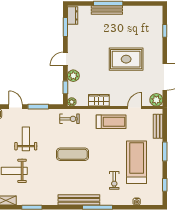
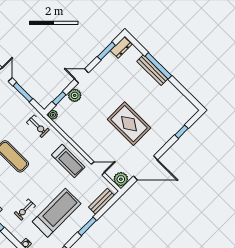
wardrobe: (99, 100) -> (75, 135), removed

